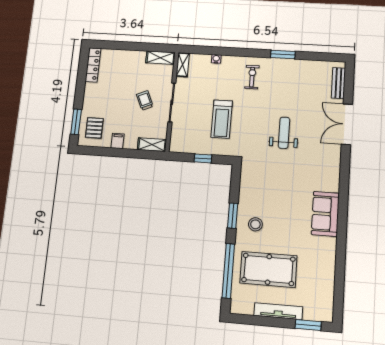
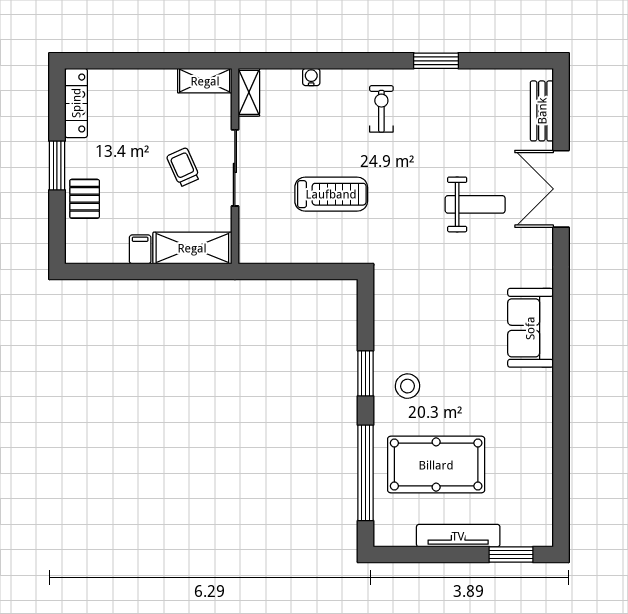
treadmill: (222, 119) -> (331, 194), turned -90
window: (76, 122) -> (57, 165), moved
pallet: (94, 128) -> (85, 199), moved
weight bench: (284, 133) -> (475, 204), moved, turned 90
shelving: (152, 145) -> (192, 248), width x1.50, depth x1.33
window: (203, 158) -> (303, 271), removed
sofa: (325, 214) -> (530, 328), moved

